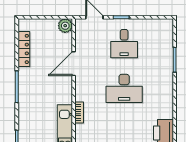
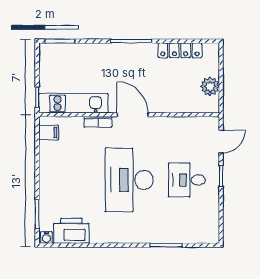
plant: (65, 26) -> (210, 86), moved
door: (74, 64) -> (133, 115), moved
desk: (124, 88) -> (129, 180), width x1.36, depth x1.30

